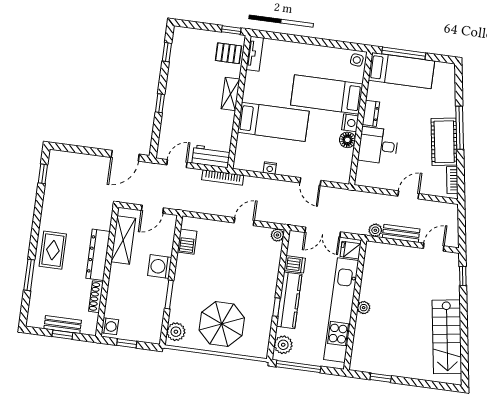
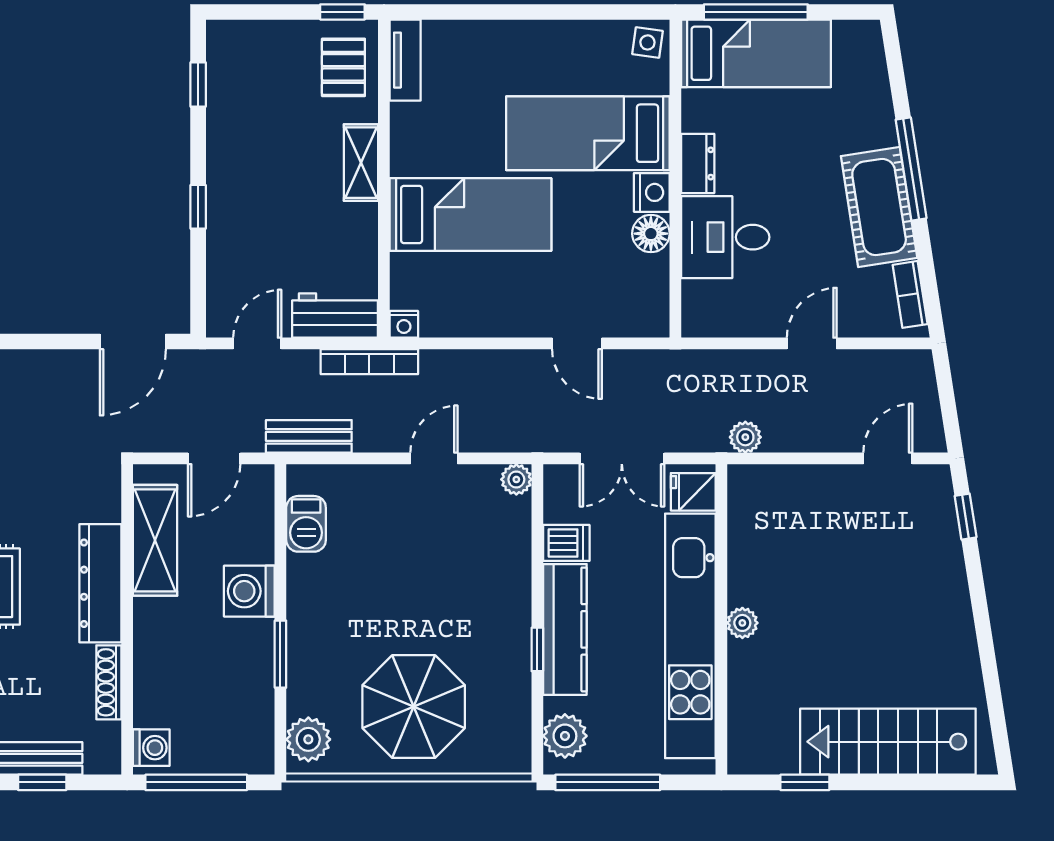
pallet: (228, 53) -> (343, 67), turned 90
nightstand: (270, 168) -> (404, 324), moved
bench: (401, 233) -> (309, 436), moved
stairs: (447, 337) -> (888, 742), moved, turned 99
window: (127, 343) -> (196, 782), width x2.17

